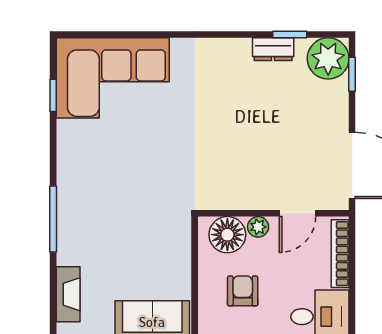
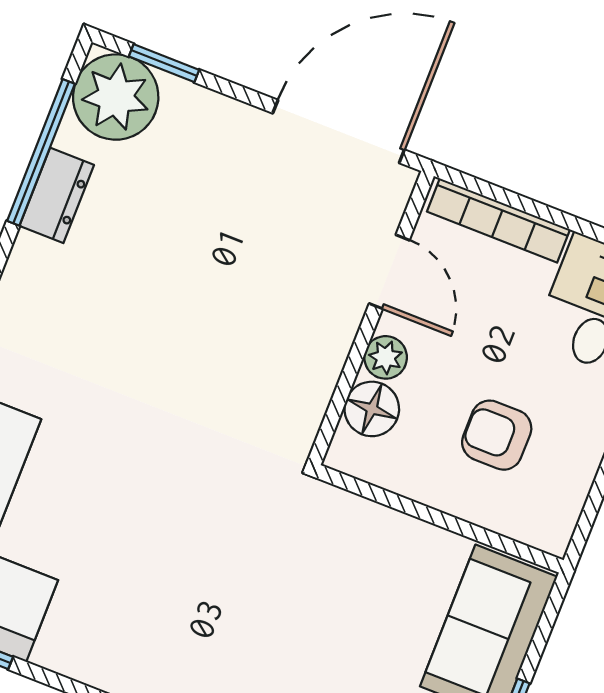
window: (290, 34) -> (41, 152), width x2.17
floor lamp: (227, 235) -> (372, 409), width x0.73, depth x0.73

